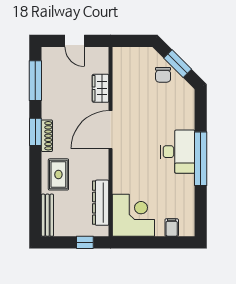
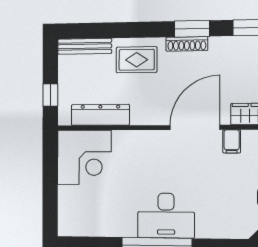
door: (111, 130) -> (195, 127), hinge flipped
filing cabinet: (172, 227) -> (232, 141), moved, turned 90

